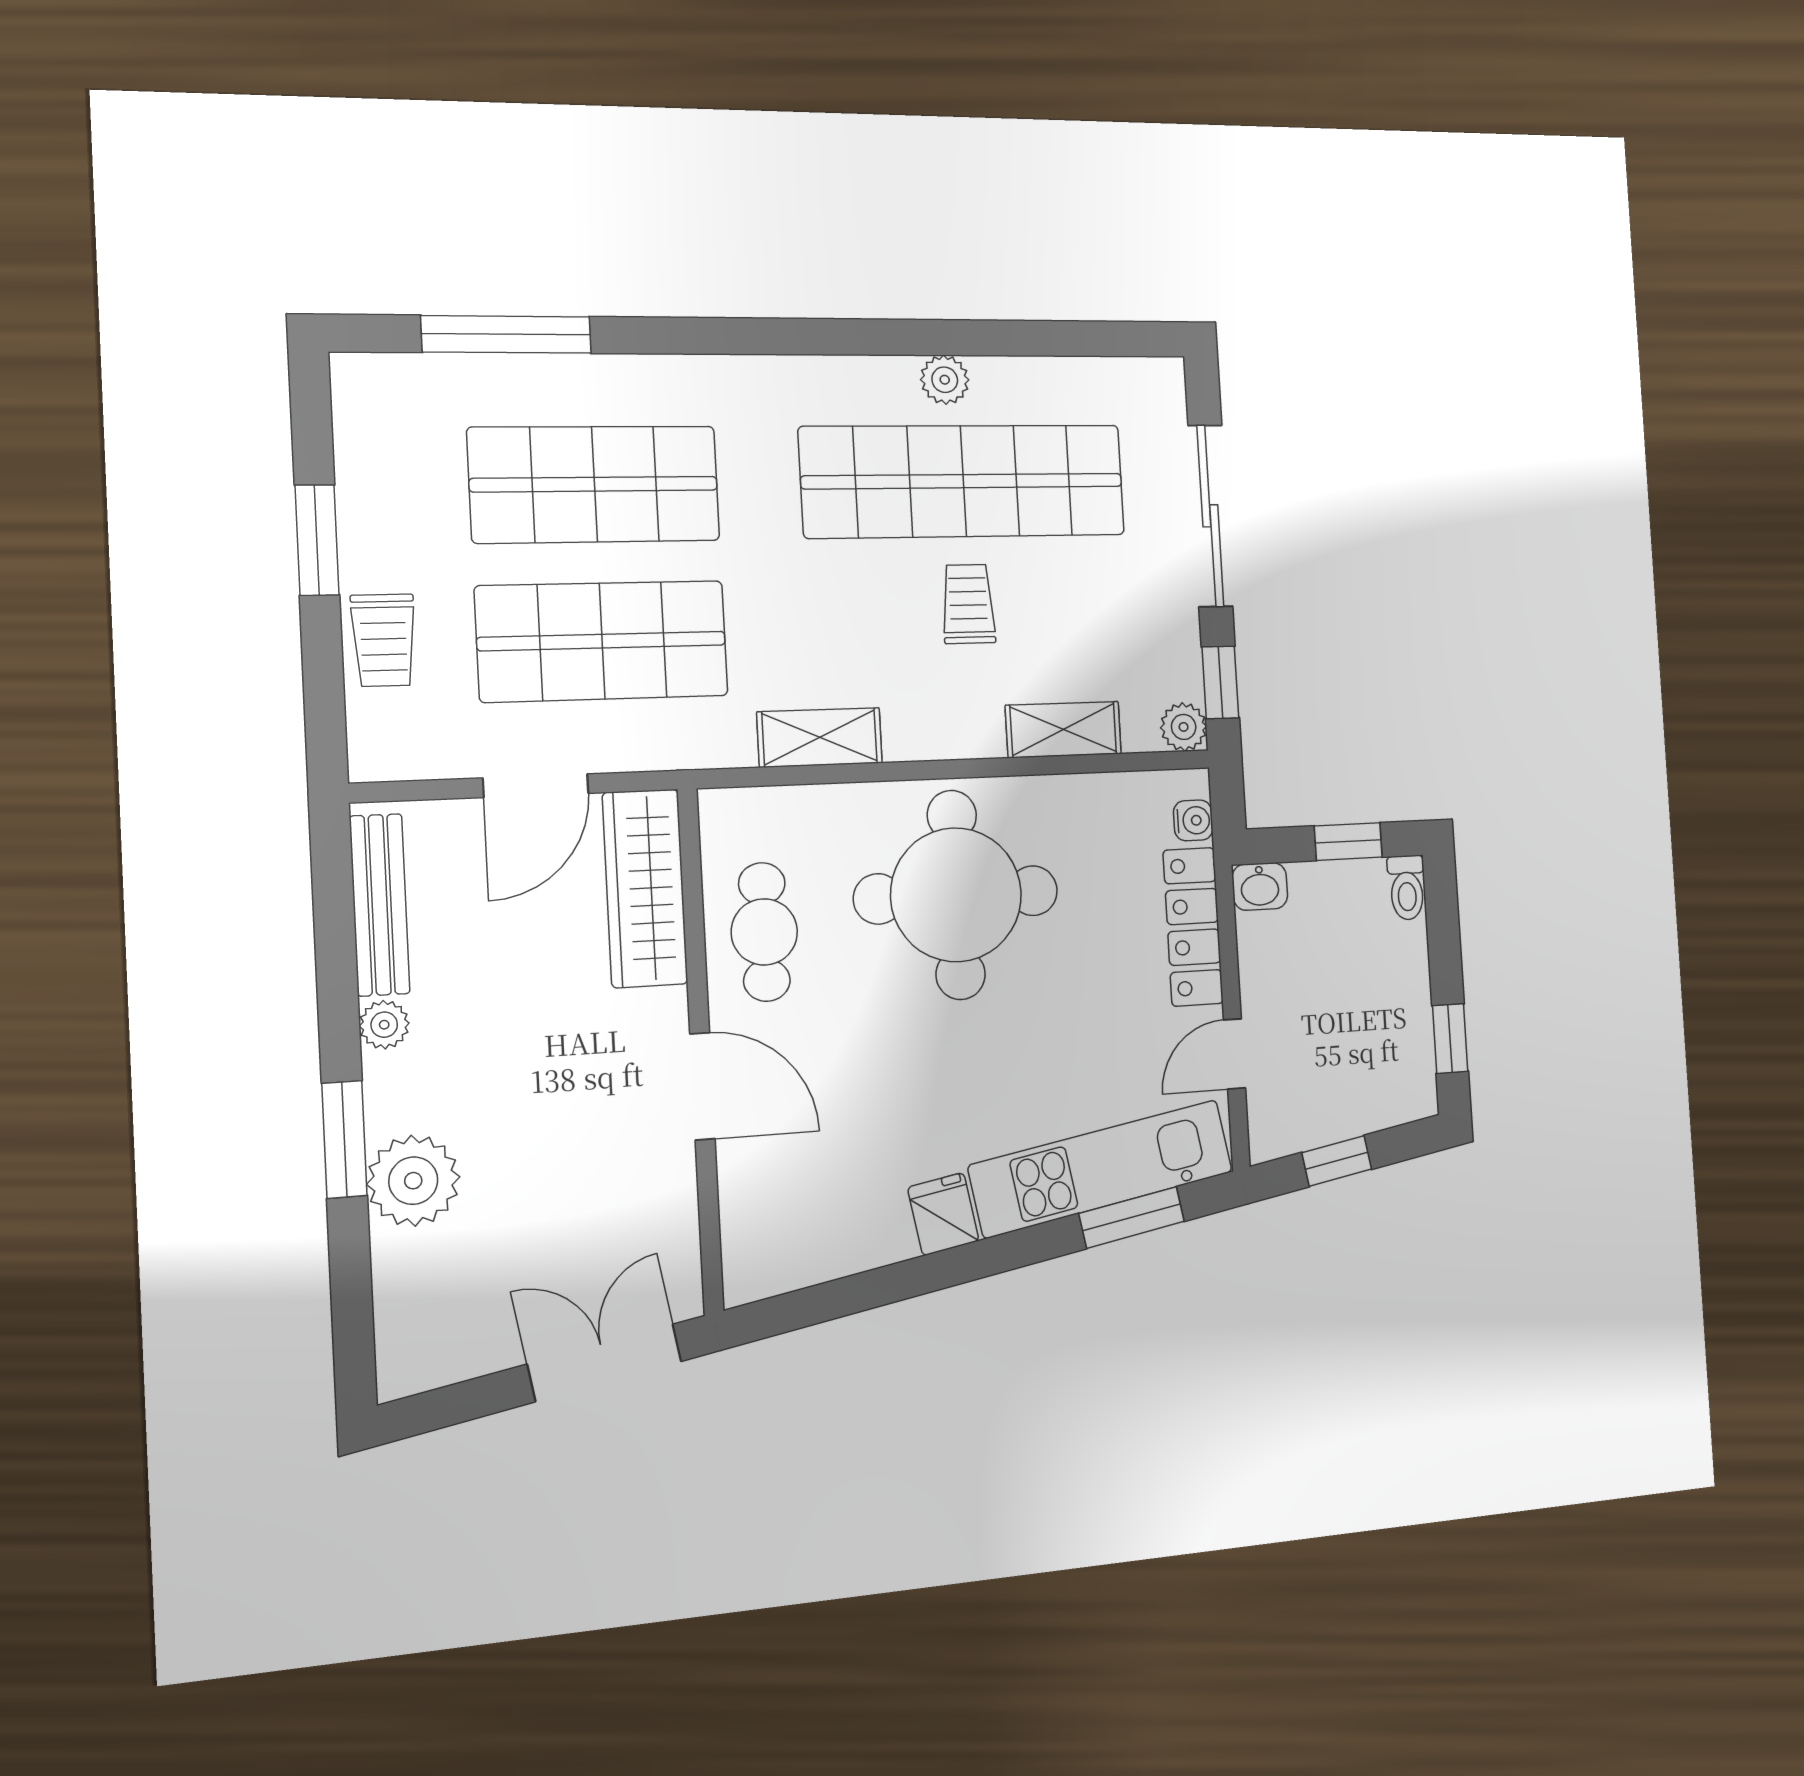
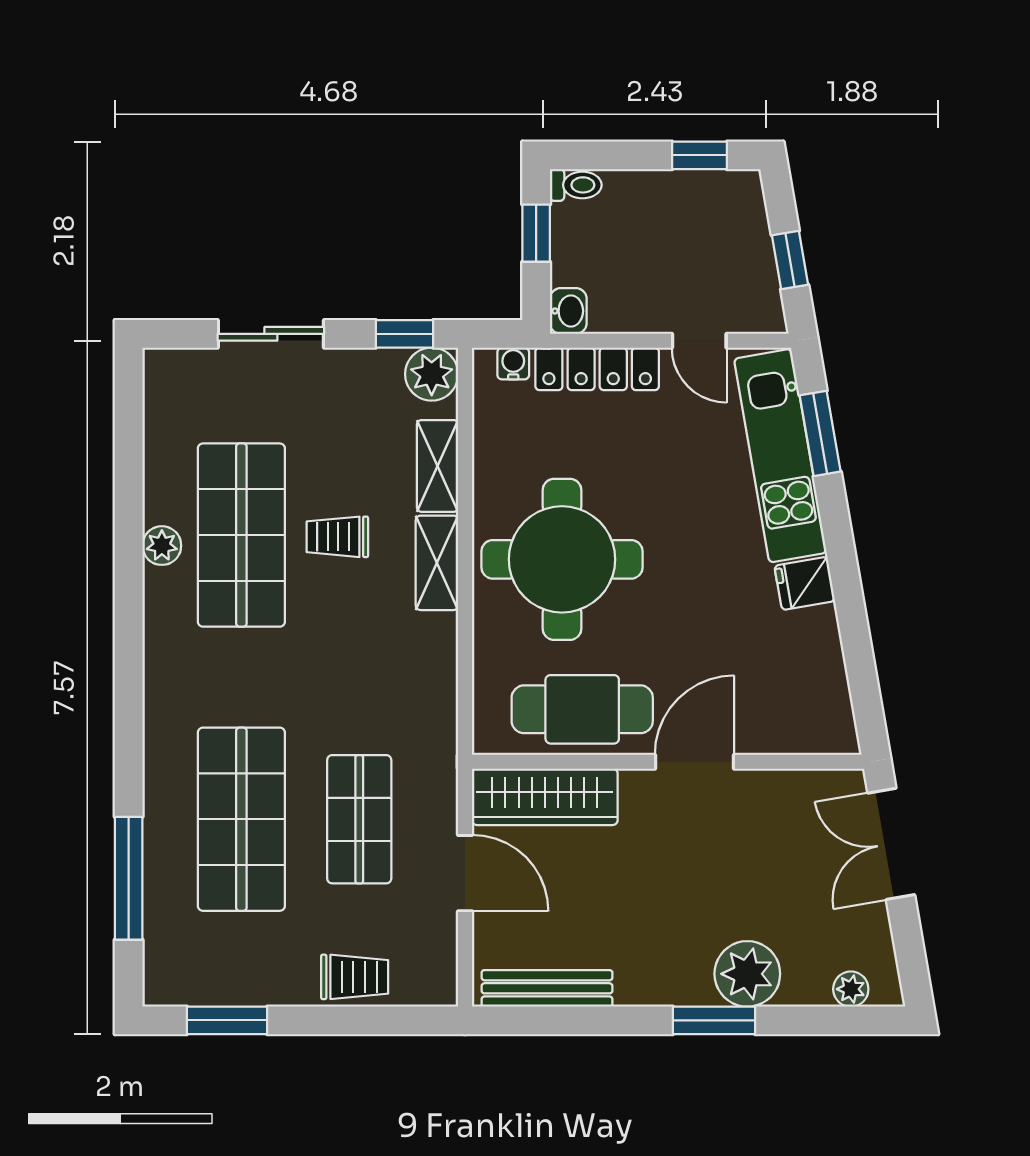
shop shelf: (964, 481) -> (241, 535), width x0.71
sliding door: (1210, 516) -> (271, 334), width x0.73
window: (317, 540) -> (227, 1020), moved
shop shelf: (602, 641) -> (359, 819), width x0.70, depth x0.74
plant: (1184, 727) -> (432, 374), width x1.38, depth x1.38
shelving: (820, 737) -> (437, 563), moved
cafe table: (764, 932) -> (582, 709), width x1.37, depth x1.35
plant: (384, 1025) -> (851, 989), moved

